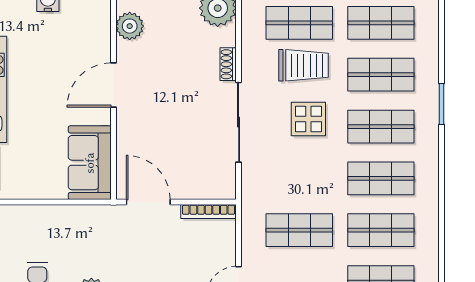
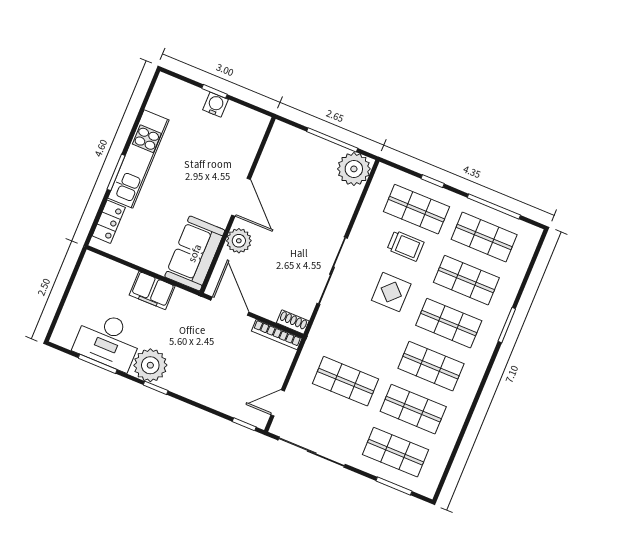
plant: (130, 26) -> (239, 241), moved
shoe rack: (228, 64) -> (293, 322), moved, turned 90
trolley: (304, 65) -> (406, 246), width x0.73, depth x0.72
door: (113, 85) -> (241, 197), swing flipped
filing cabinet: (62, 219) -> (152, 290), added

